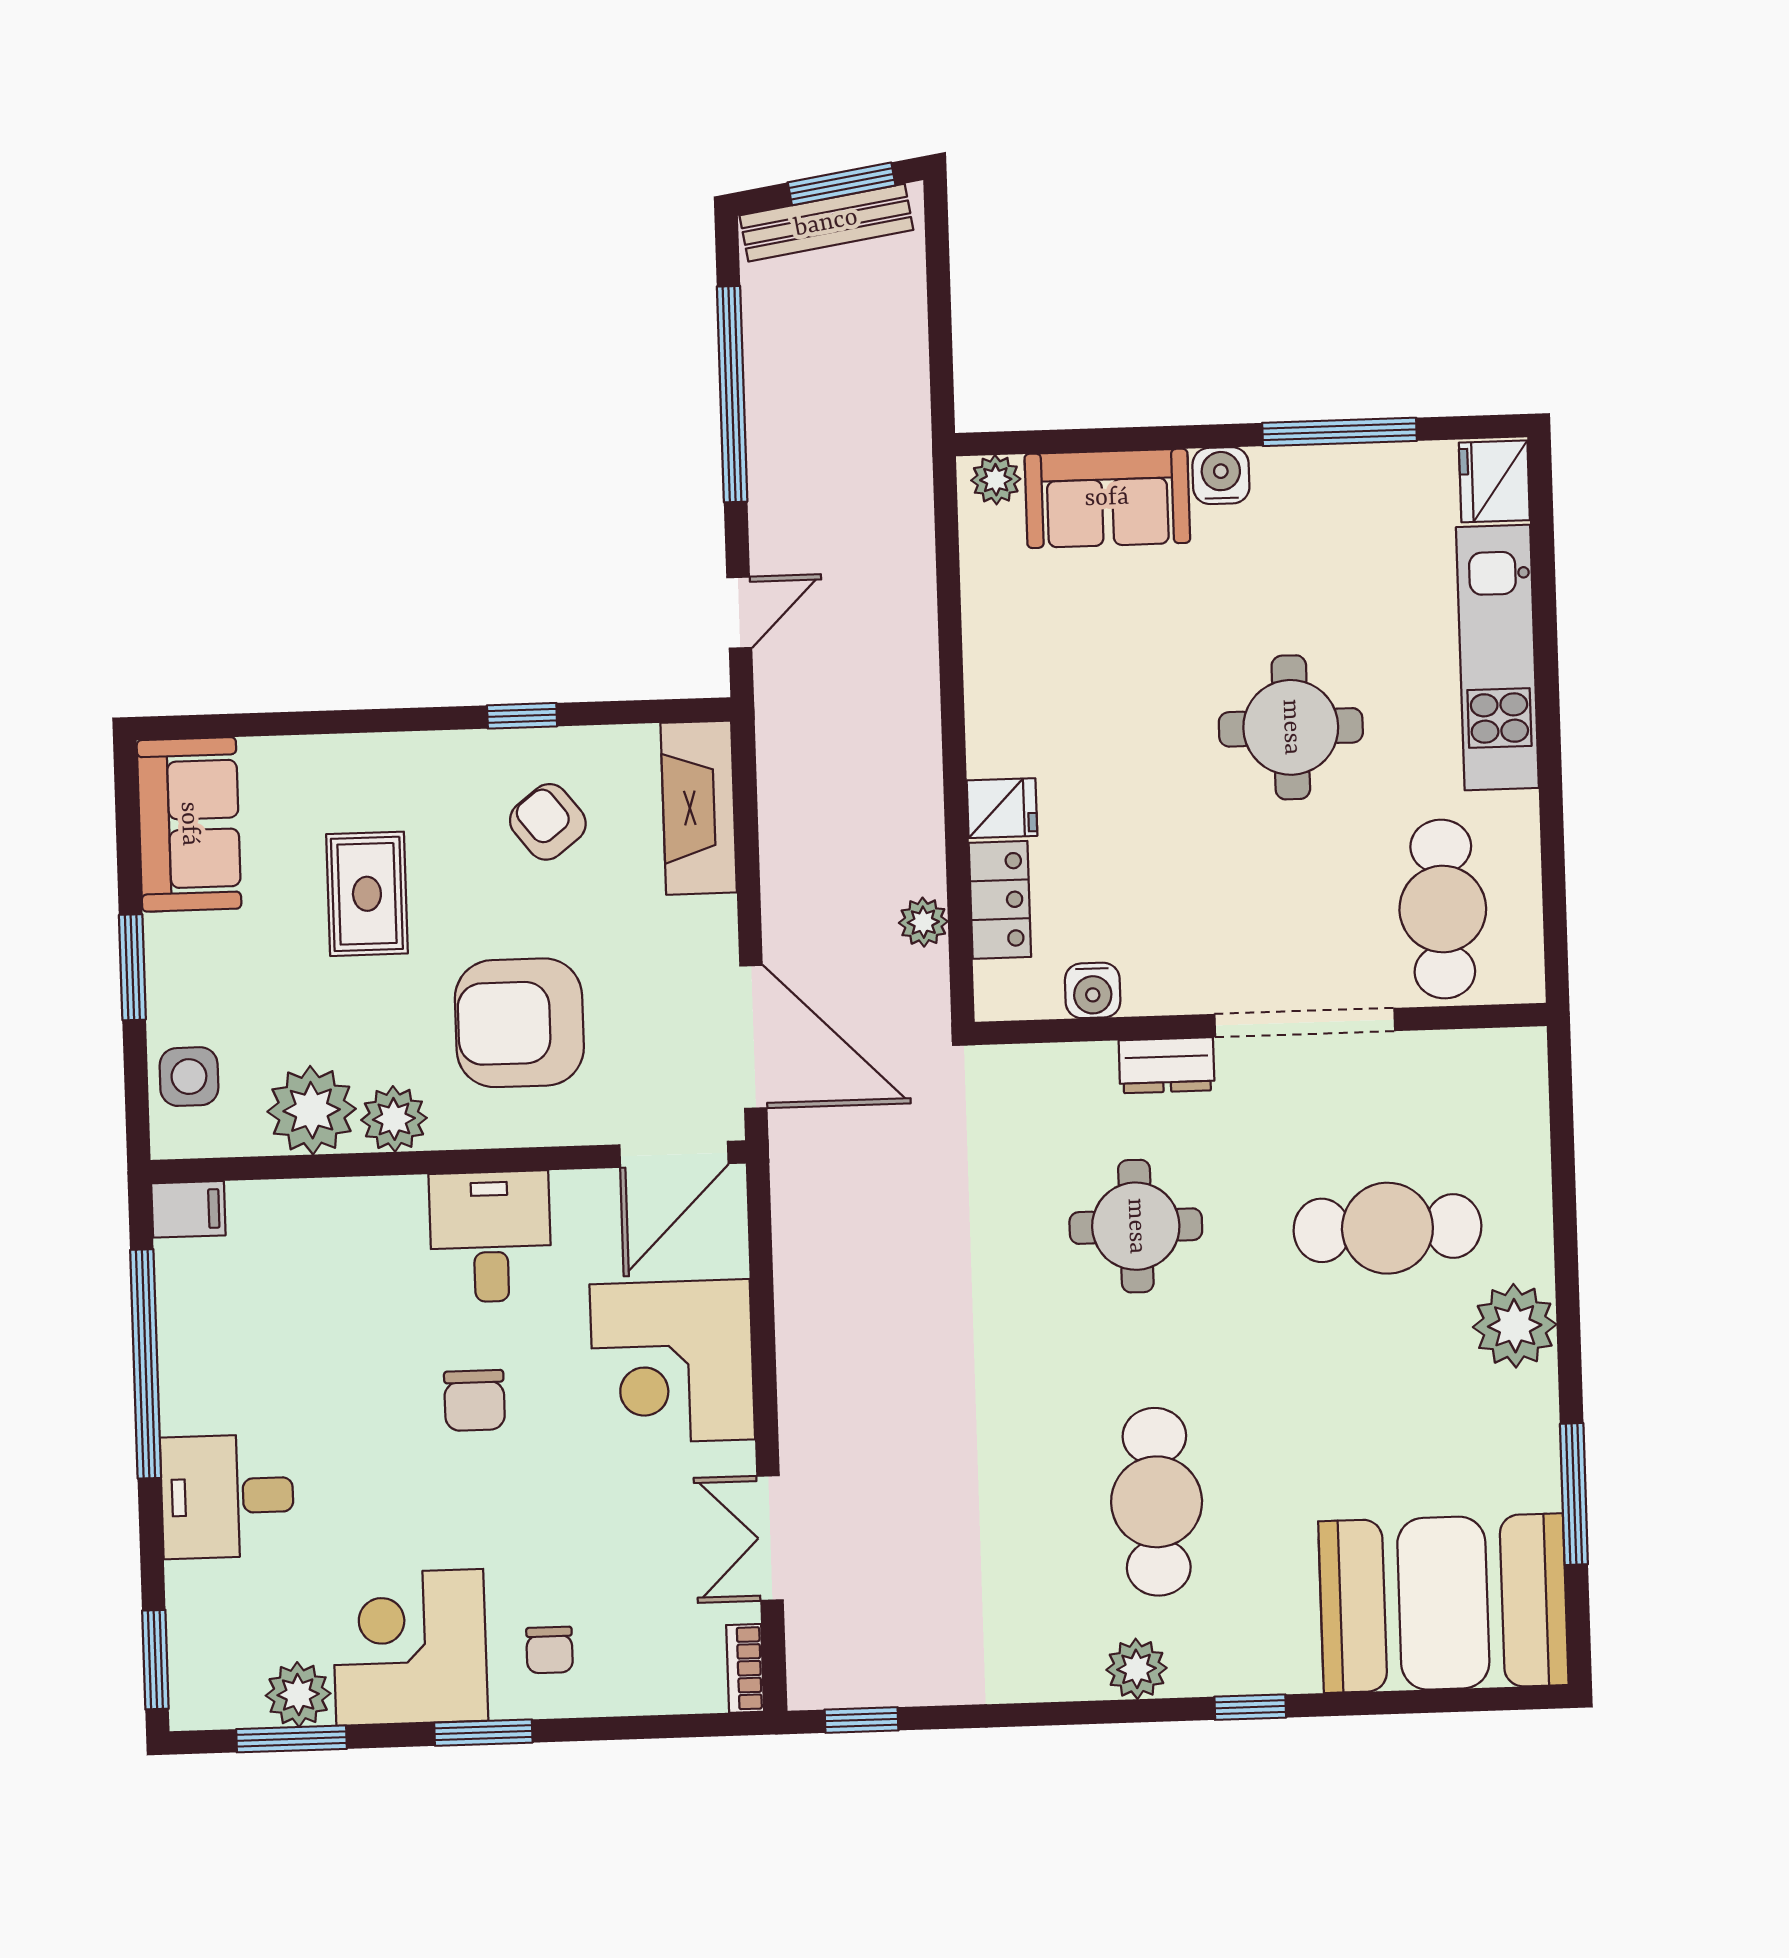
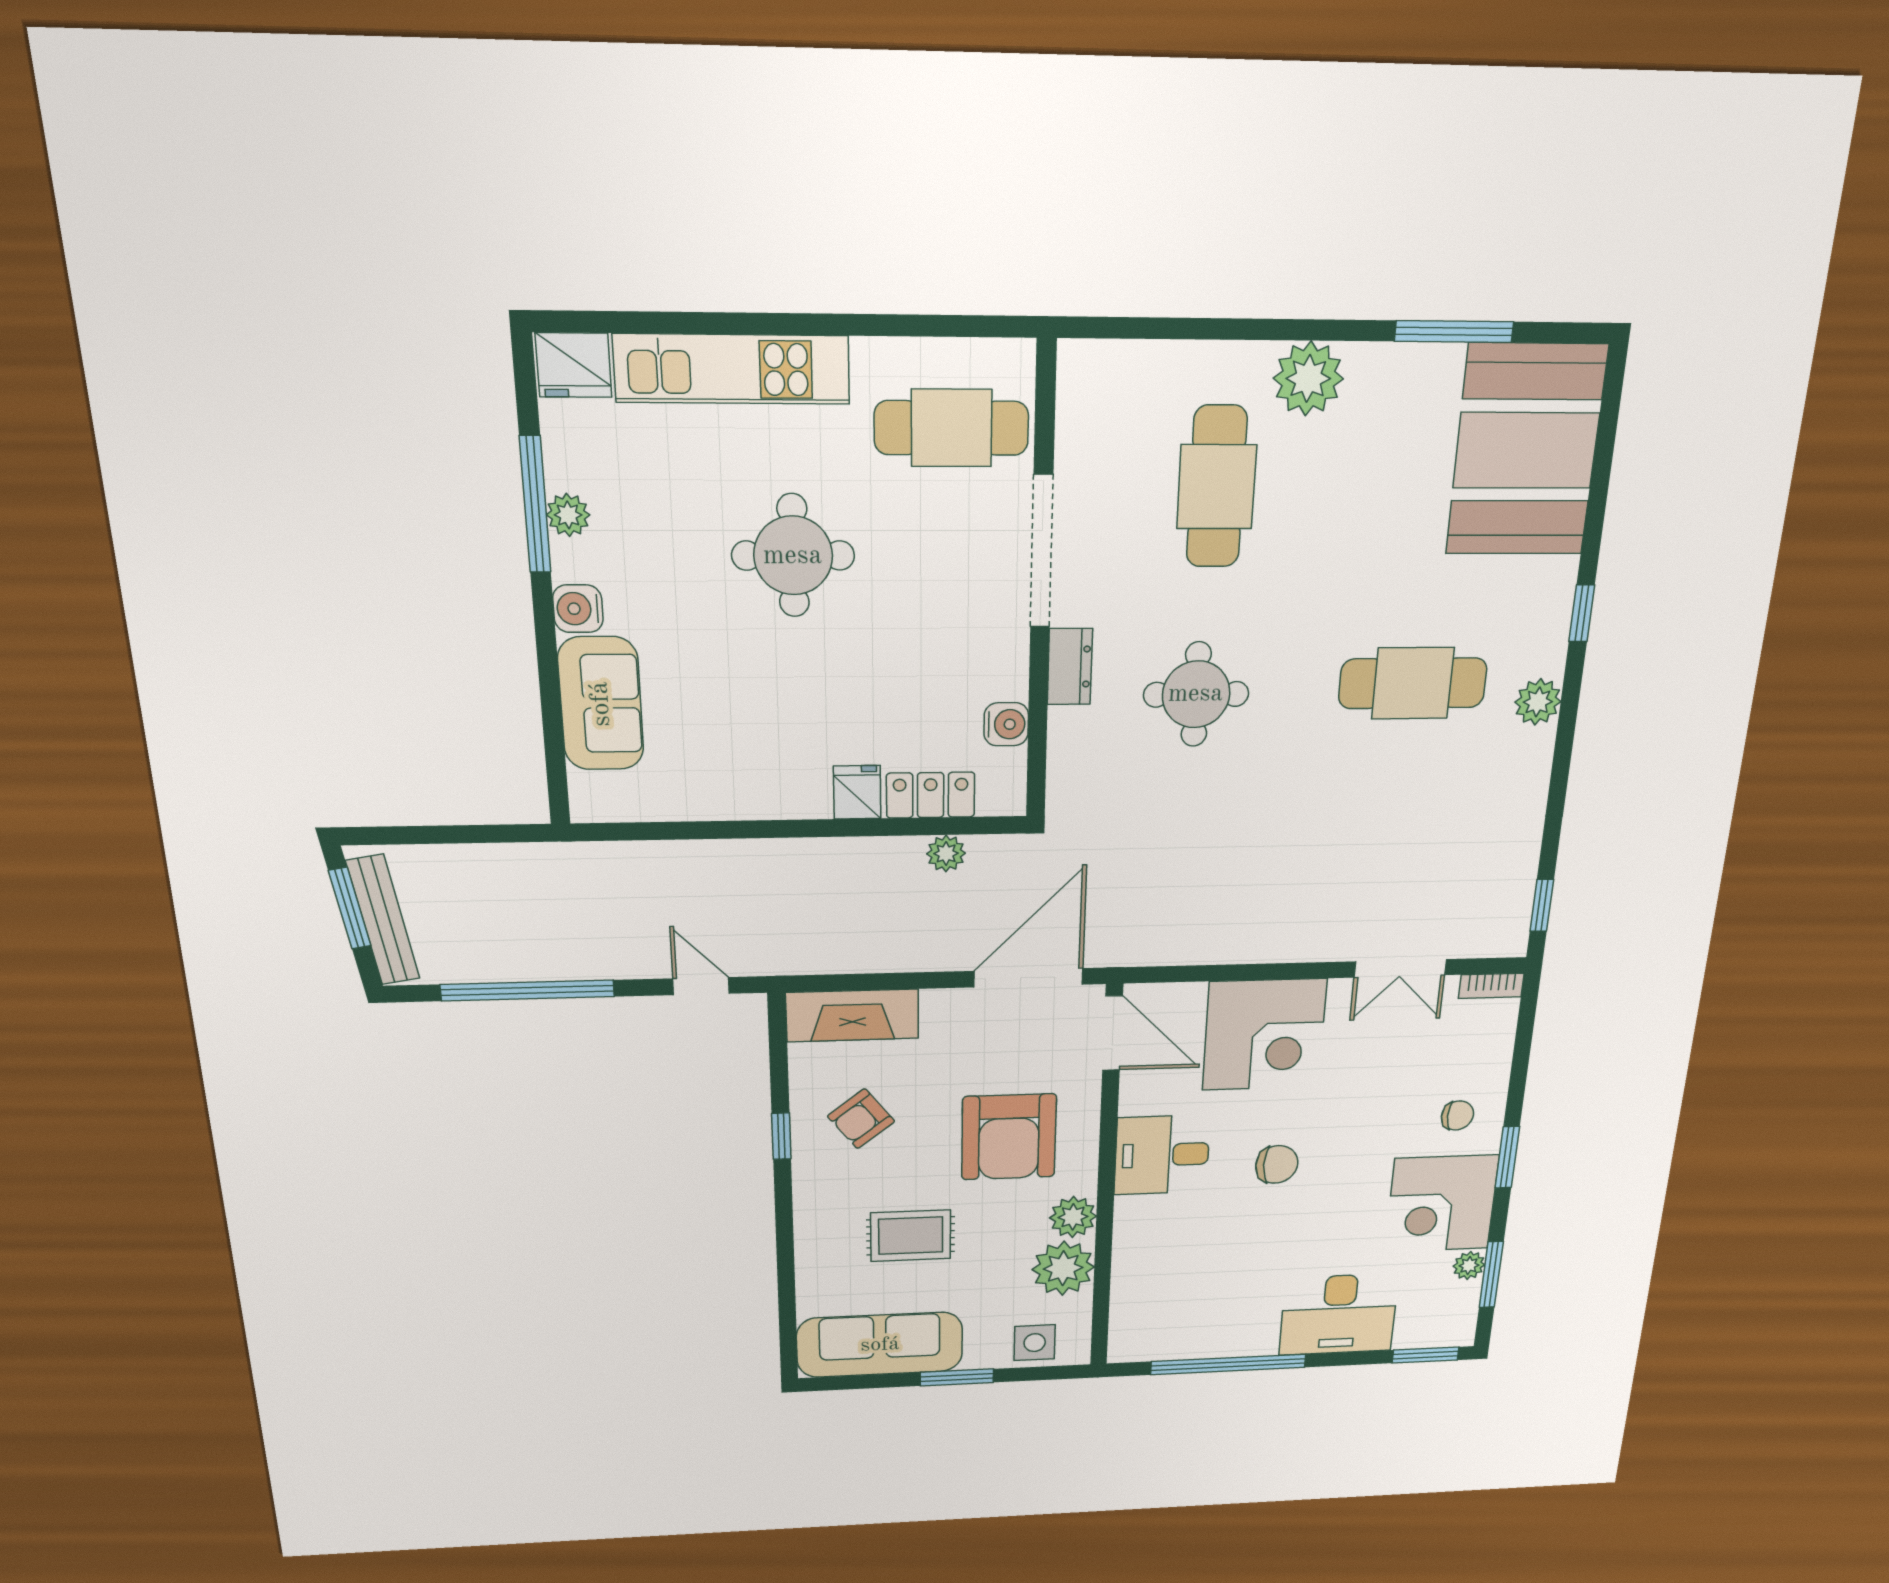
plant: (996, 480) -> (568, 515), moved
sofa: (189, 824) -> (880, 1345), width x1.36
filing cabinet: (188, 1209) -> (1126, 1341), removed
desk: (227, 1496) -> (1339, 1314), width x1.37
plant: (298, 1695) -> (1469, 1265), width x0.73, depth x0.73

